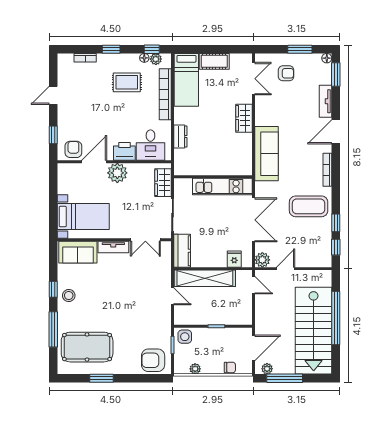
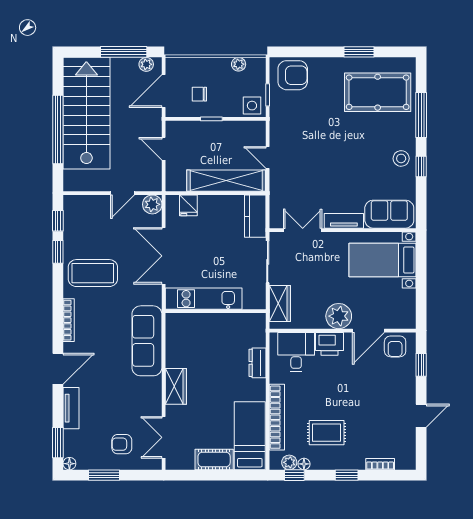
door: (253, 285) -> (164, 149), moved
chair: (230, 367) -> (199, 94), moved

